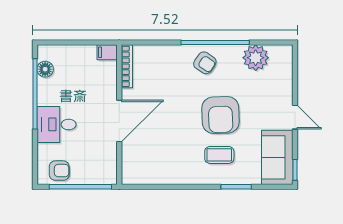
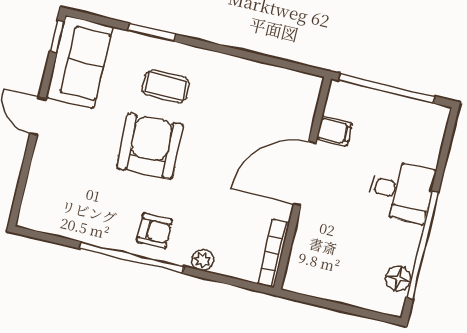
filing cabinet: (107, 52) -> (334, 131), moved
plant: (256, 58) -> (203, 260), moved, width x0.53, depth x0.53
armchair: (205, 63) -> (155, 231), turned 146
armchair: (59, 171) -> (413, 120), removed

